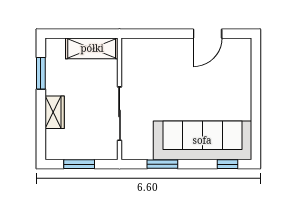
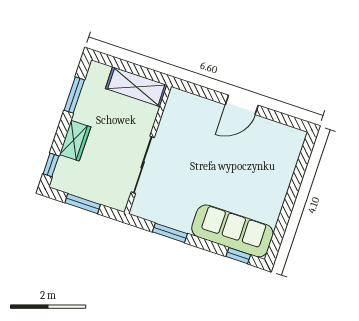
door: (207, 34) -> (242, 105), moved
window: (41, 140) -> (51, 165), added
sofa: (202, 140) -> (232, 231), width x0.74, depth x0.79

